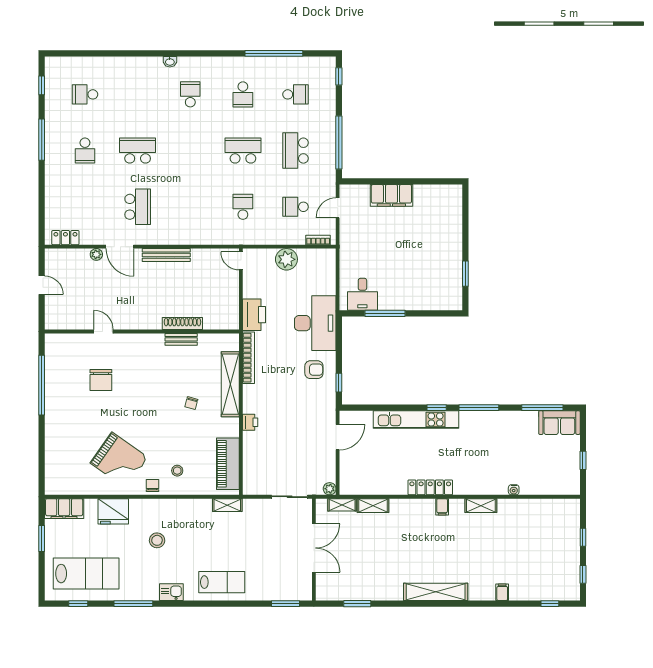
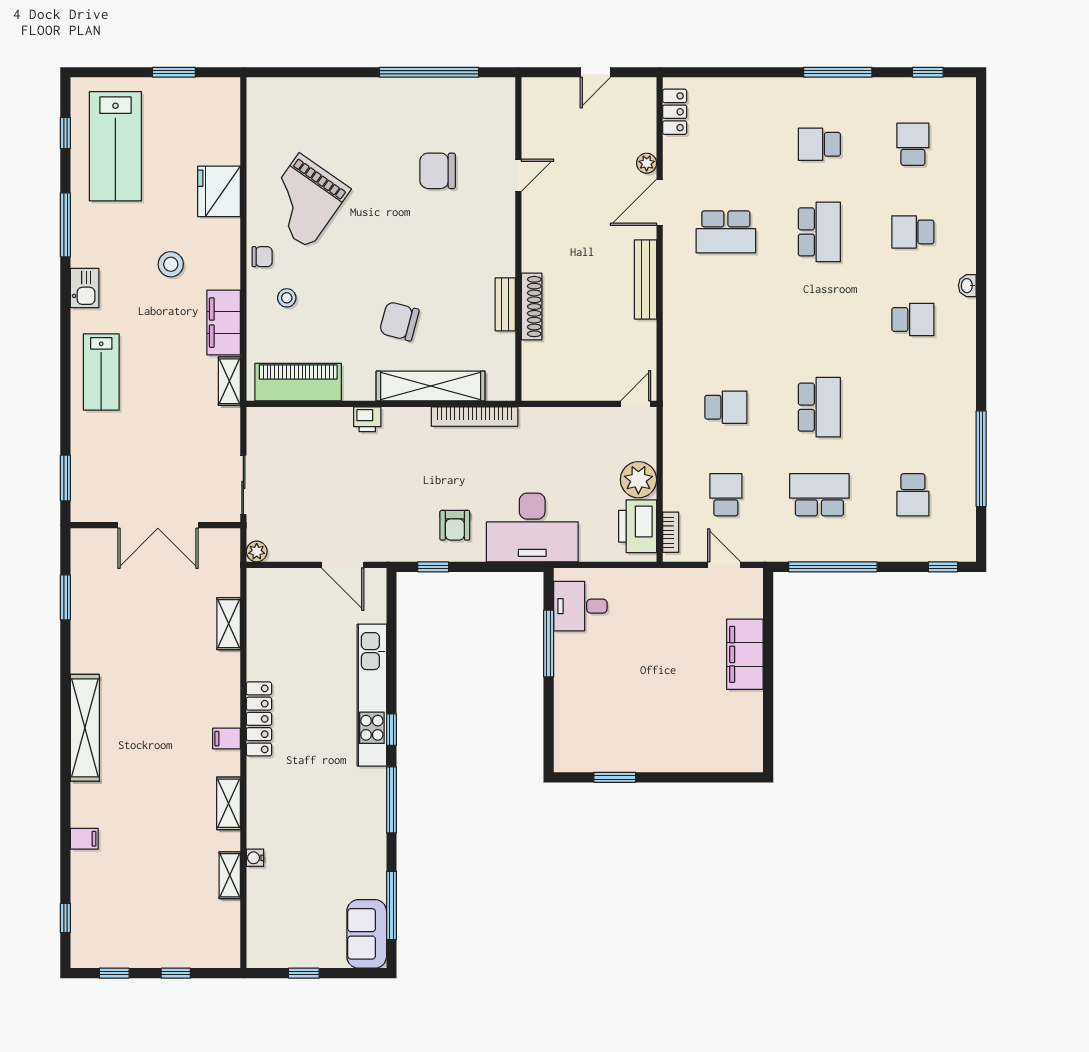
school desk: (243, 94) -> (913, 232), moved
printer: (254, 315) -> (638, 526), moved, turned 90
chair: (191, 403) -> (399, 321), width x1.87, depth x1.87
shelving: (342, 505) -> (230, 875), moved
filing cabinet: (64, 509) -> (224, 323), moved

